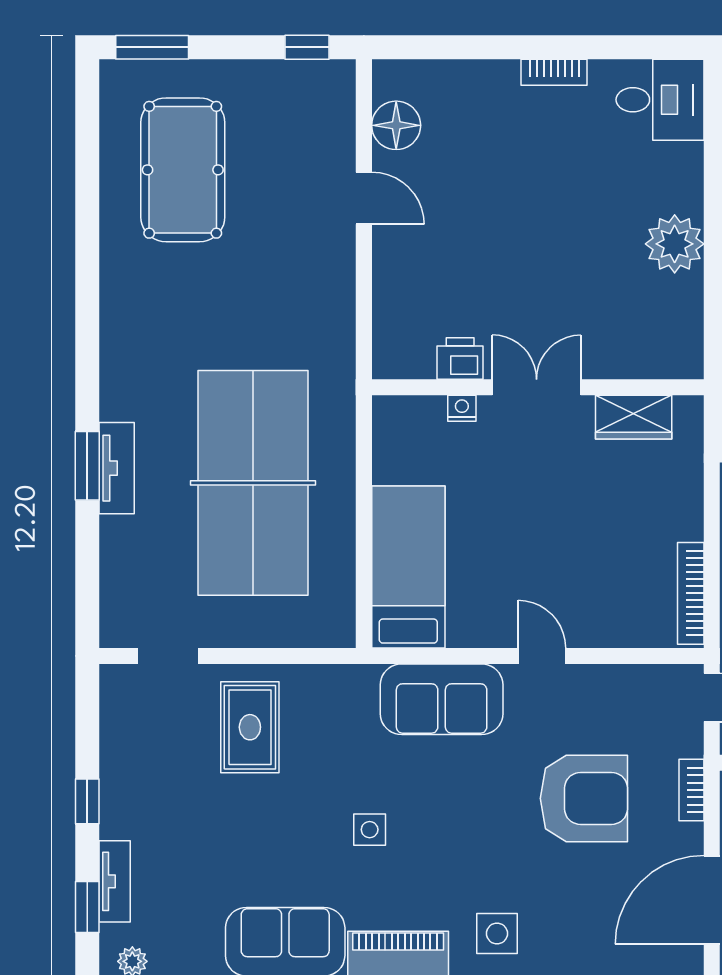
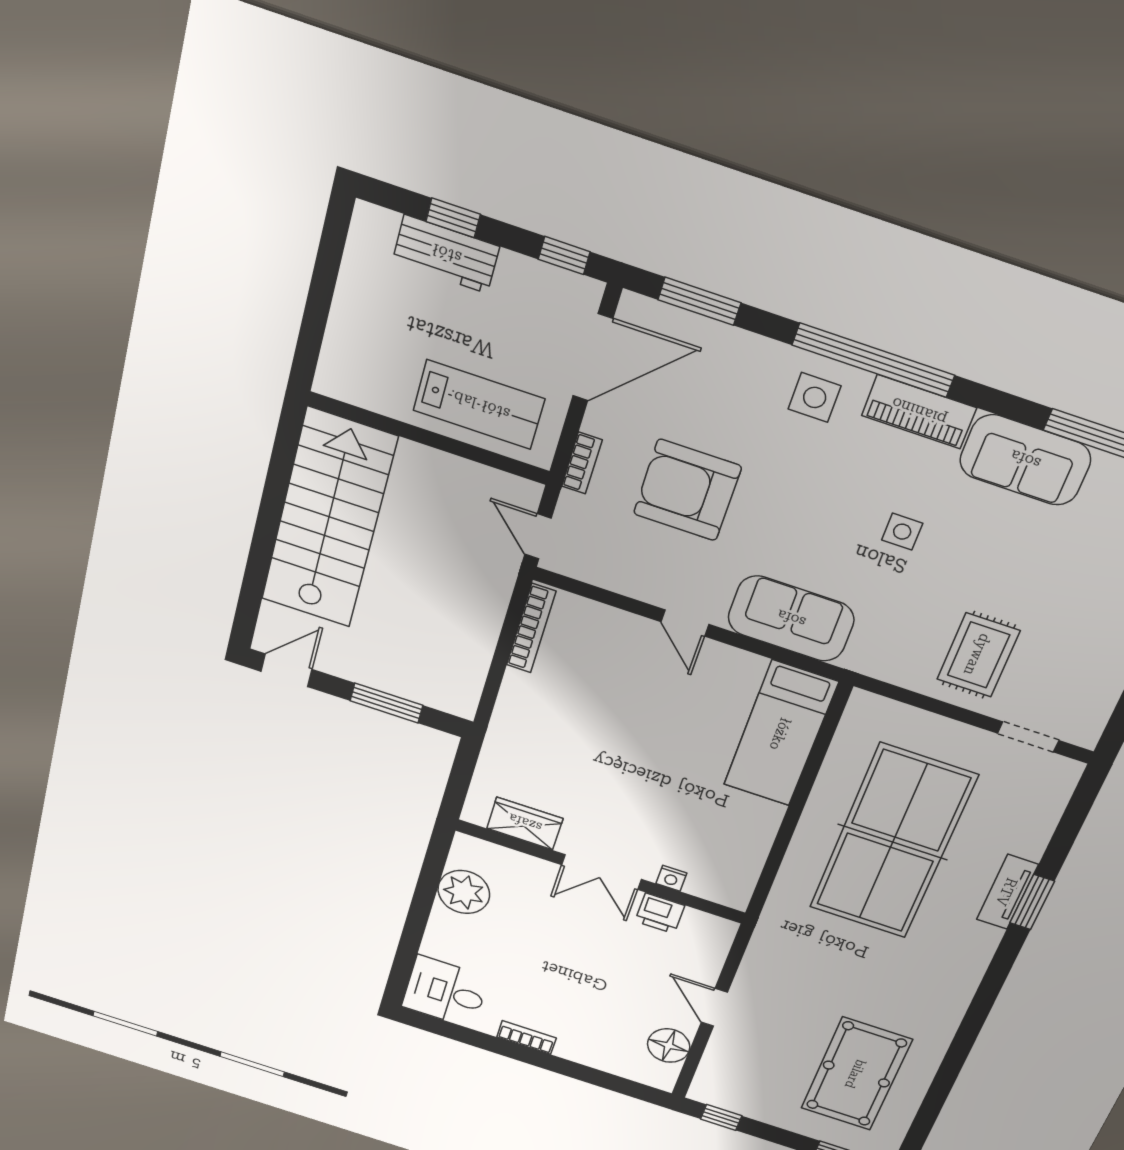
printer: (460, 358) -> (660, 913), moved
double door: (537, 387) -> (602, 872), moved
wall: (538, 387) -> (600, 872), moved
nightstand: (462, 408) -> (671, 878), moved
wardrobe: (634, 417) -> (525, 823), moved

